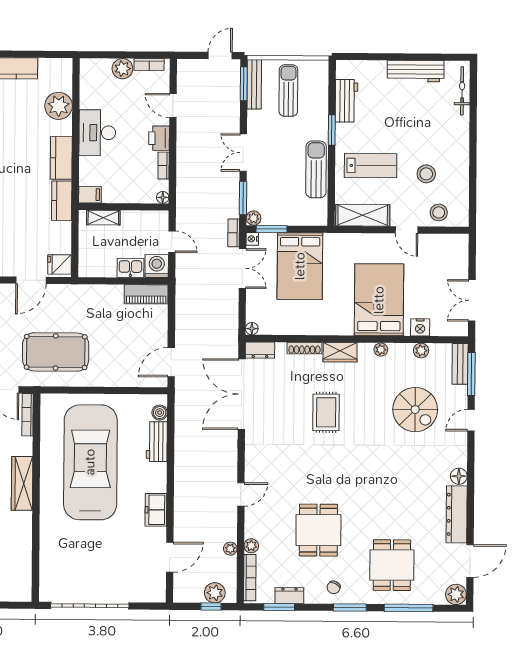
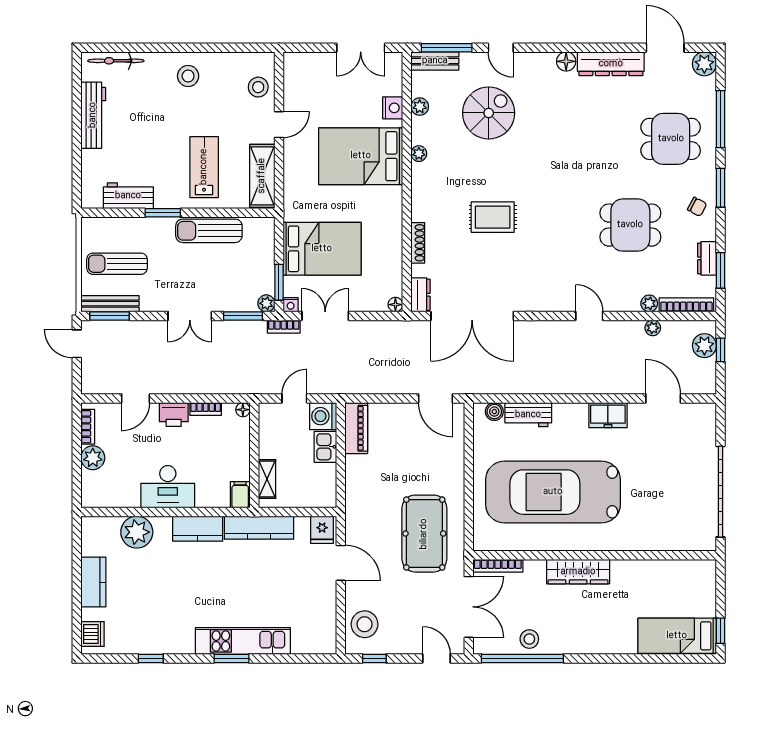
stool: (426, 174) -> (188, 76), moved
kitchen counter: (62, 201) -> (259, 528), width x1.50
wardrobe: (340, 352) -> (422, 201), removed

